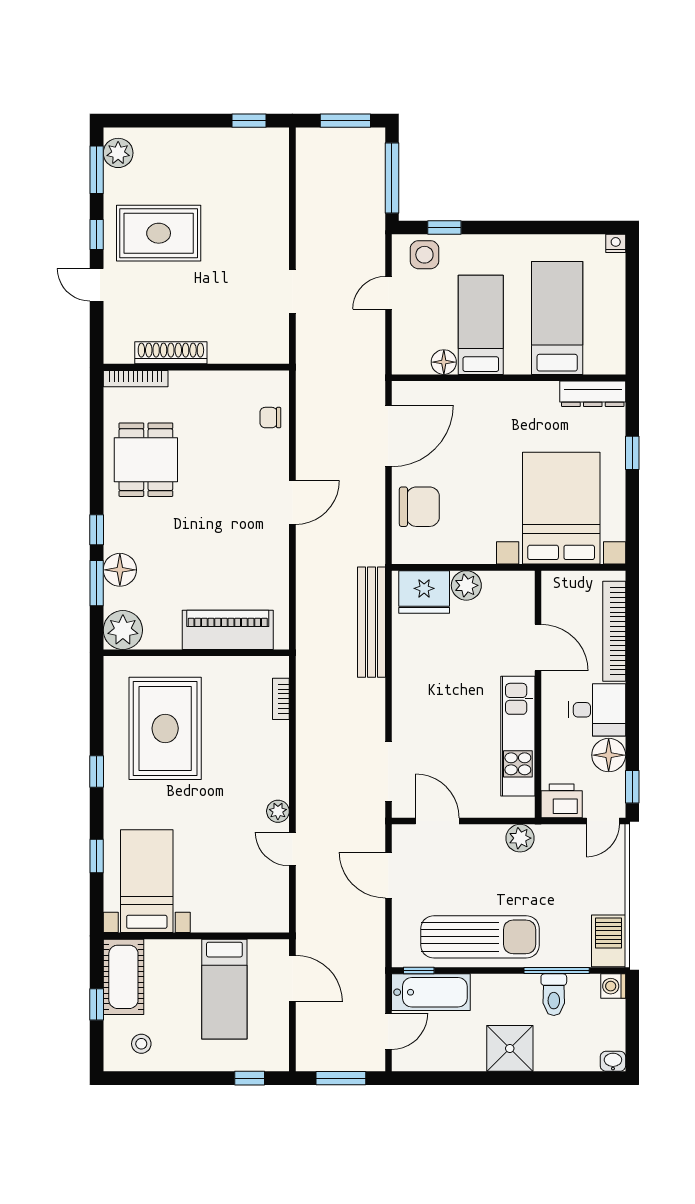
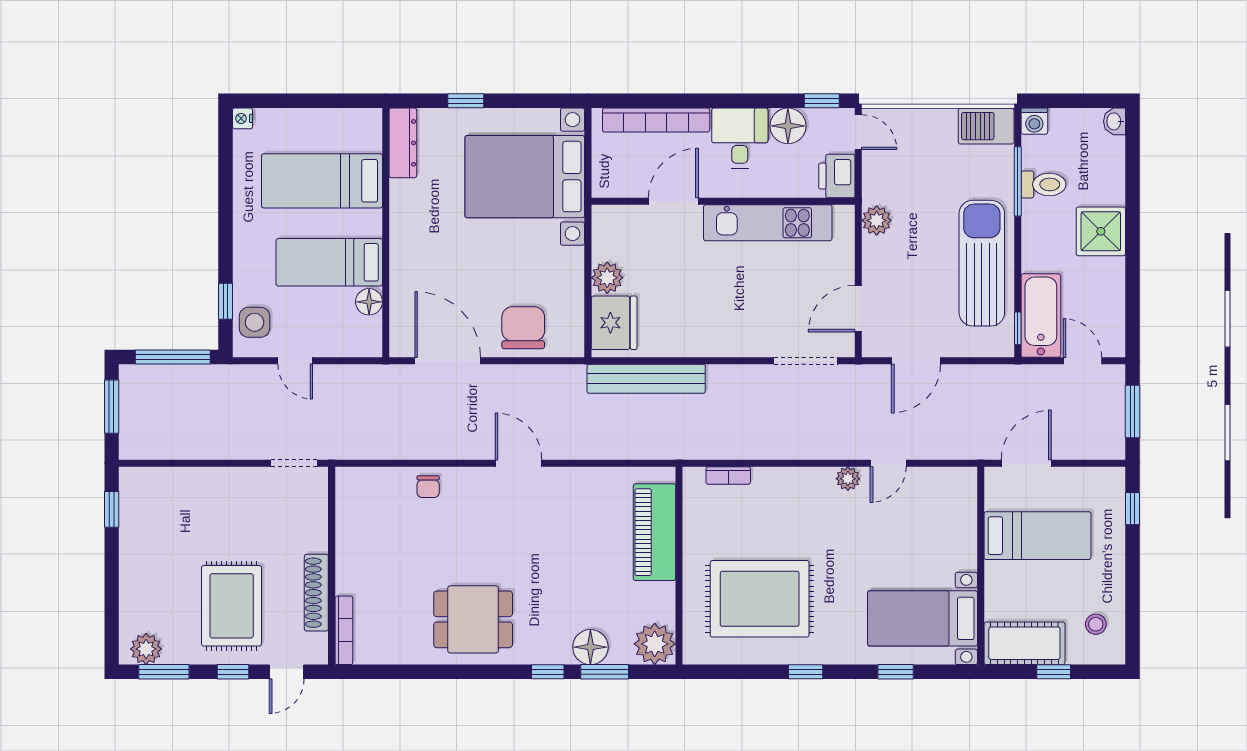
shoe rack: (171, 353) -> (316, 593), moved
wall: (196, 367) -> (332, 566), moved
bookcase: (136, 379) -> (344, 630), moved

